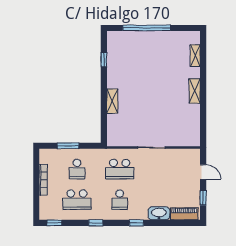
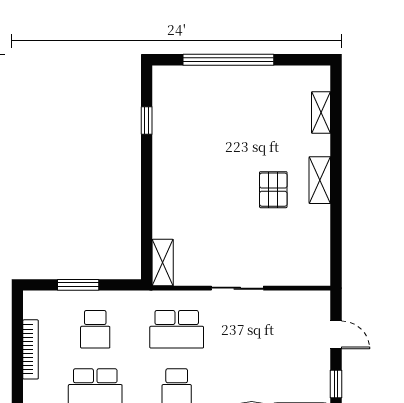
pallet: (170, 96) -> (273, 190), added
shelving: (112, 101) -> (163, 263), moved

